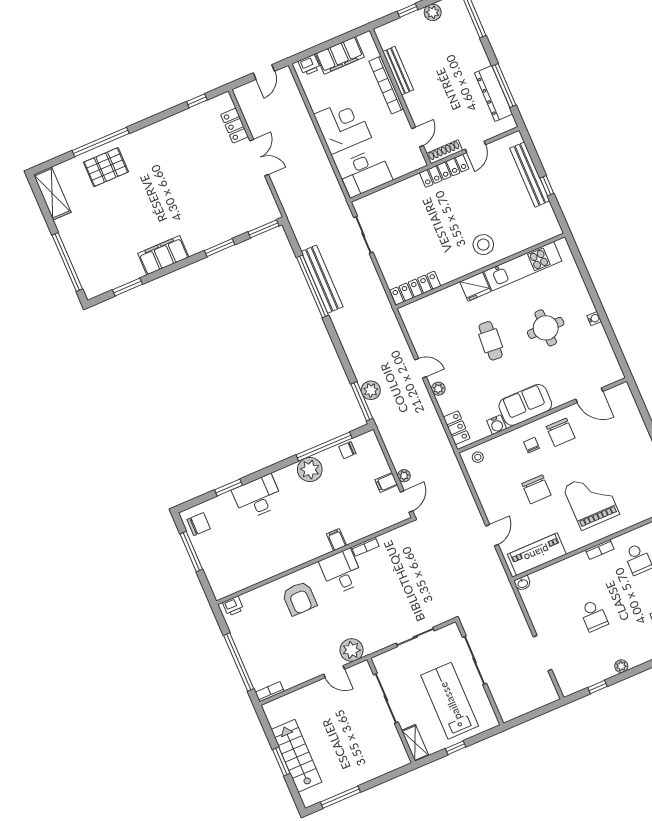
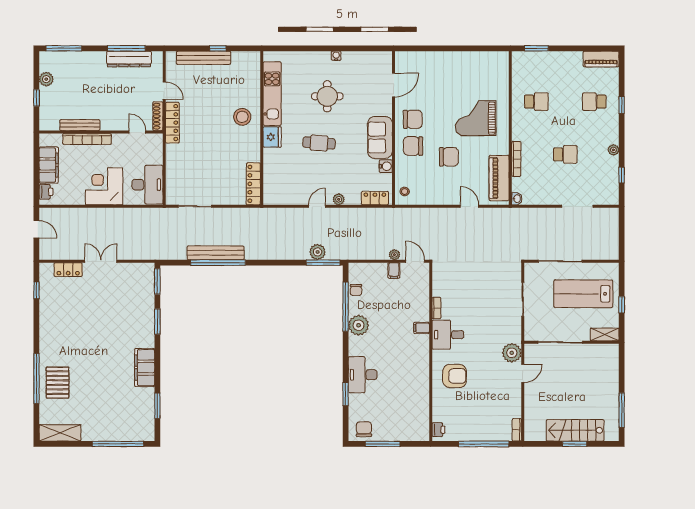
chair: (532, 445) -> (413, 146), width x1.87, depth x1.87
bookcase: (600, 549) -> (516, 159), moved, width x1.56

